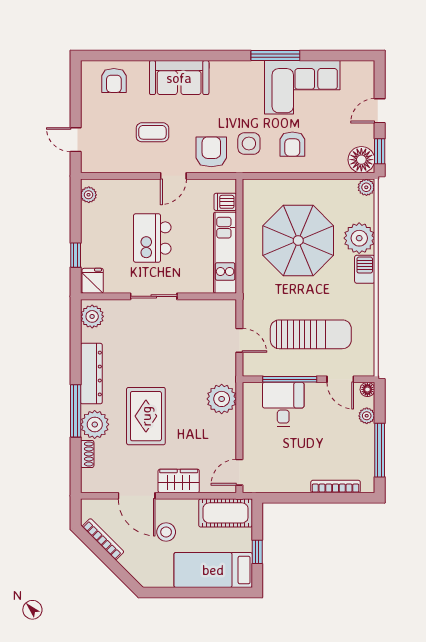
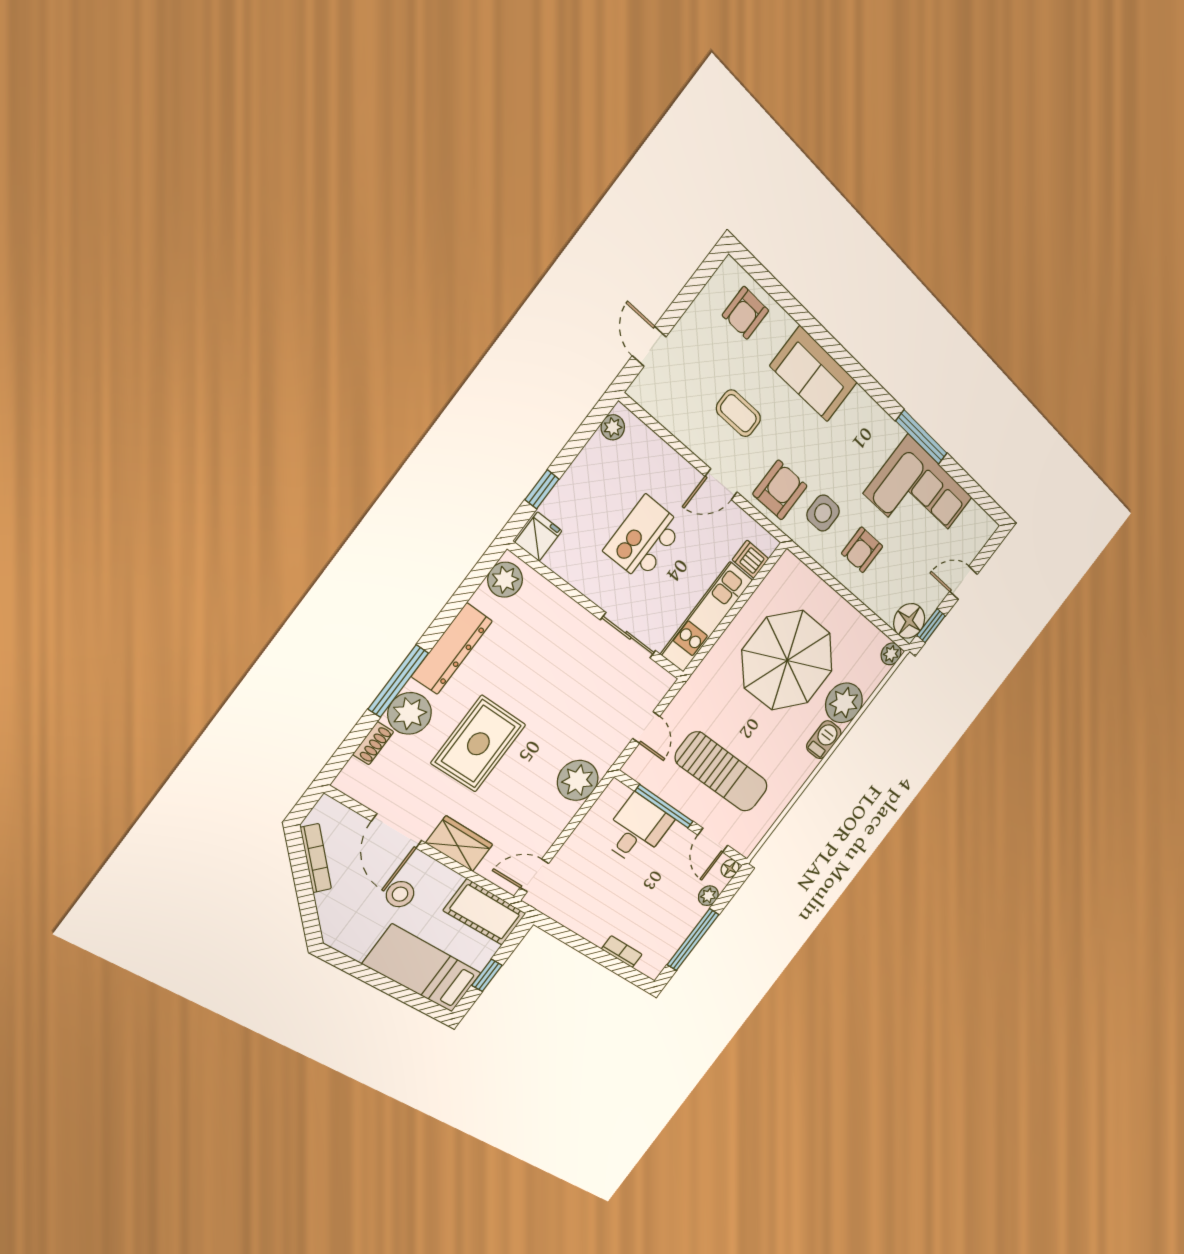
sliding door: (154, 296) -> (628, 635), moved
bookcase: (336, 487) -> (622, 952), width x0.64

